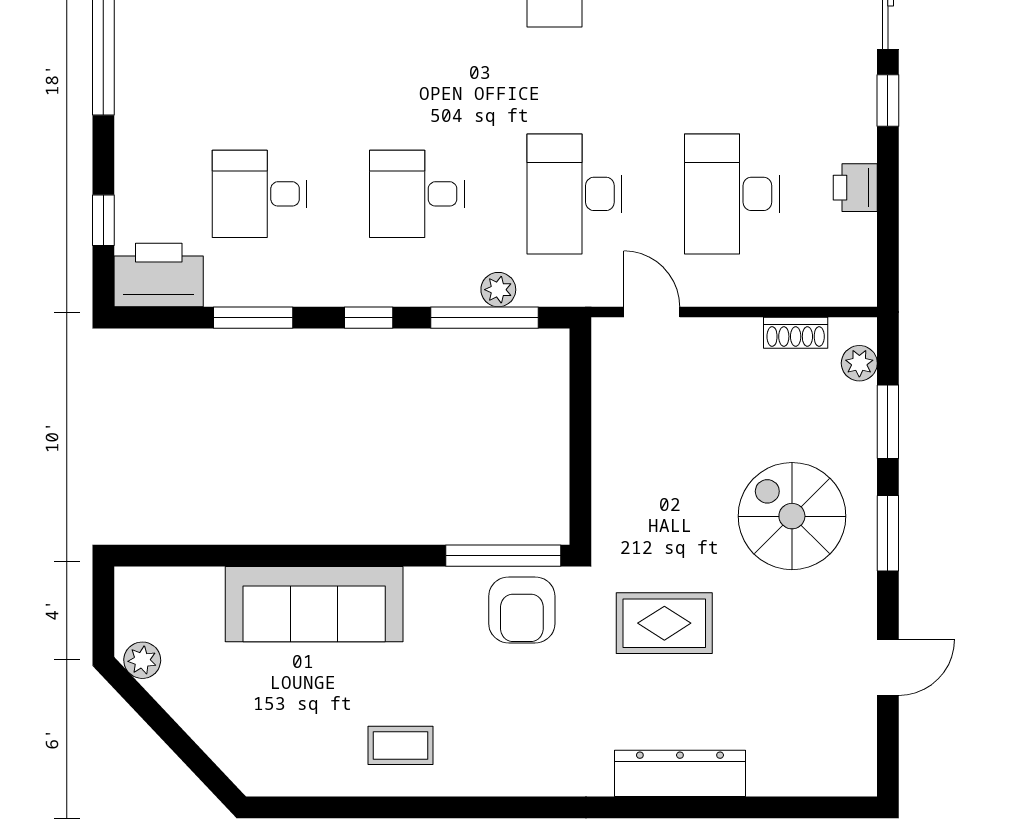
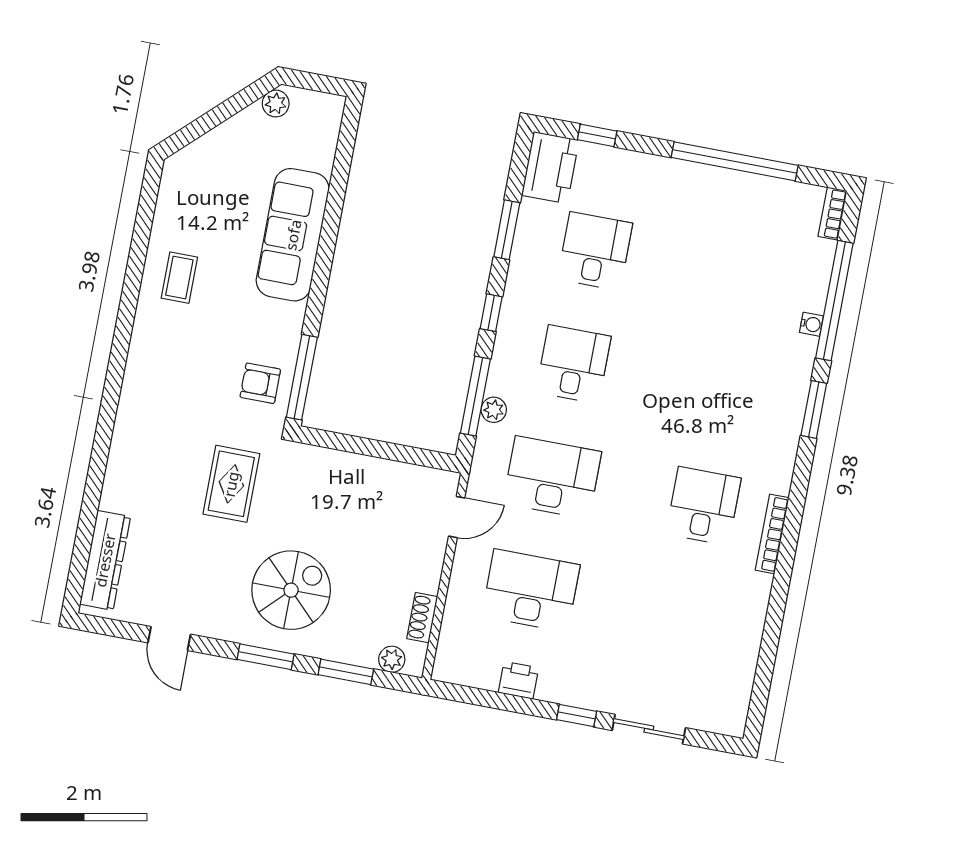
armchair: (522, 610) -> (260, 383), width x0.72, depth x0.72
dresser: (680, 773) -> (105, 560), moved

